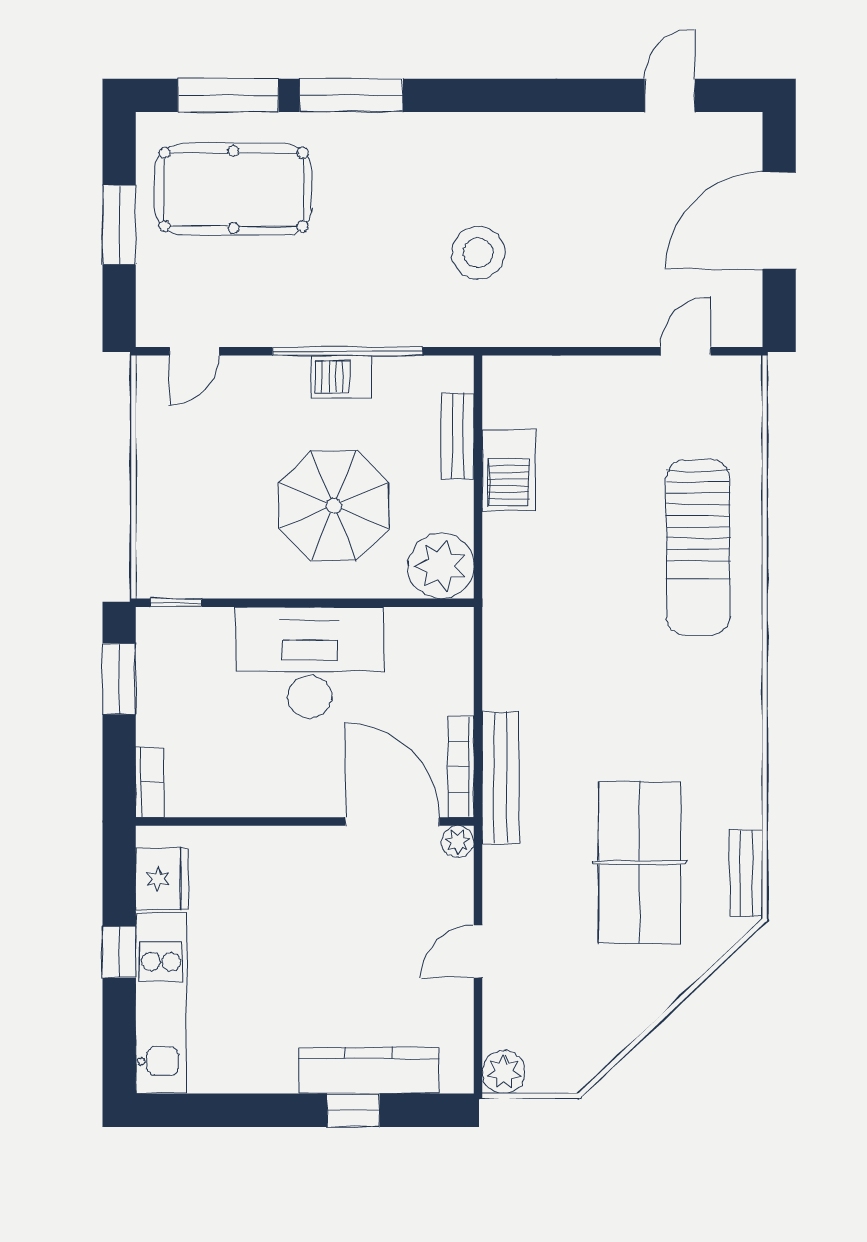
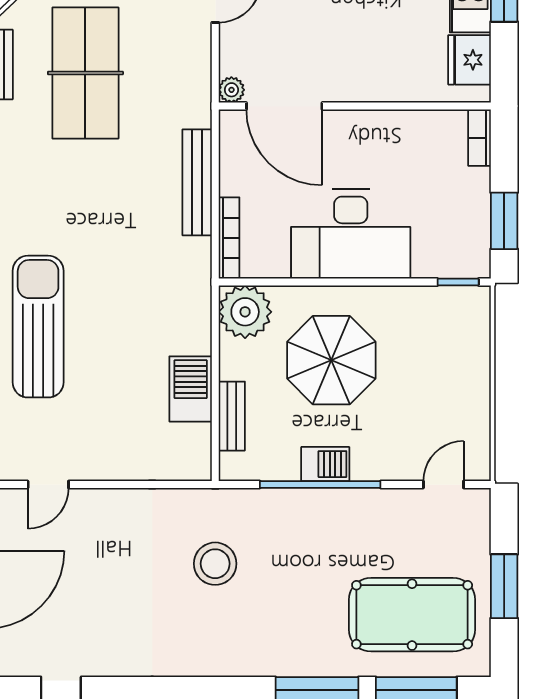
bookcase: (461, 767) -> (229, 238), moved
bench: (500, 778) -> (197, 182), moved

